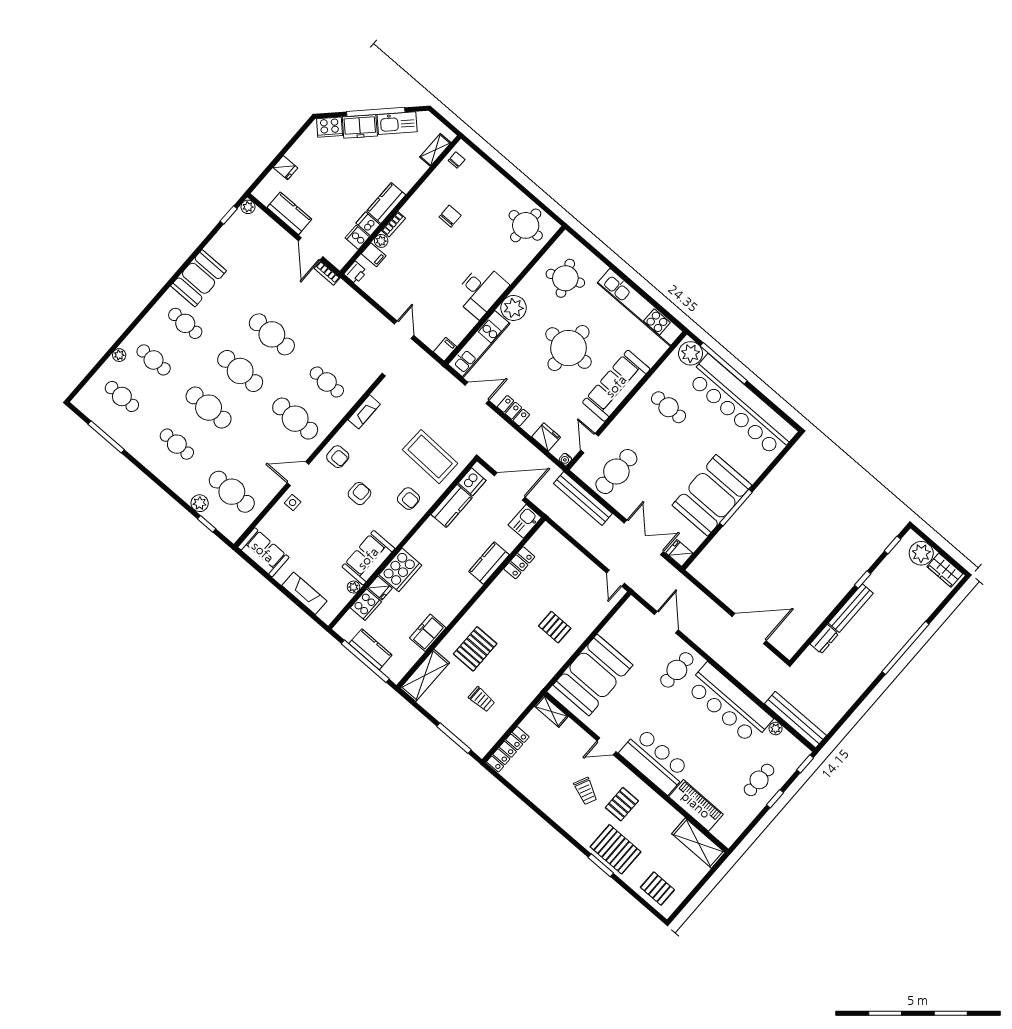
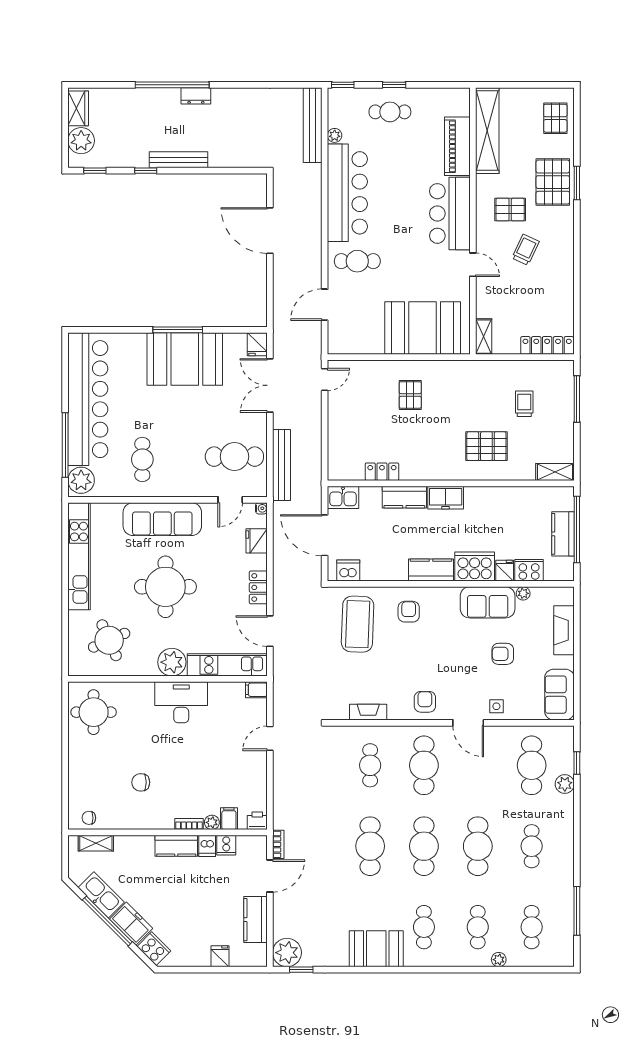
plant: (248, 207) -> (287, 953), width x1.87, depth x1.87
armchair: (359, 494) -> (503, 654), moved
kitchen counter: (452, 506) -> (431, 570), moved
freezer: (428, 633) -> (446, 498), moved
dresser: (824, 639) -> (196, 96), moved, turned 180
shelving: (425, 675) -> (555, 472), width x0.67, depth x0.75
shelving: (698, 843) -> (487, 131), width x1.47

